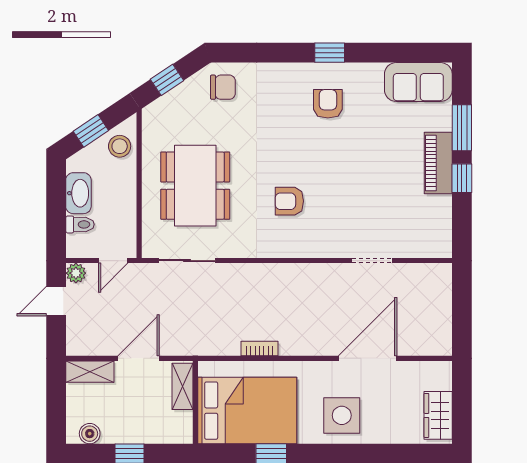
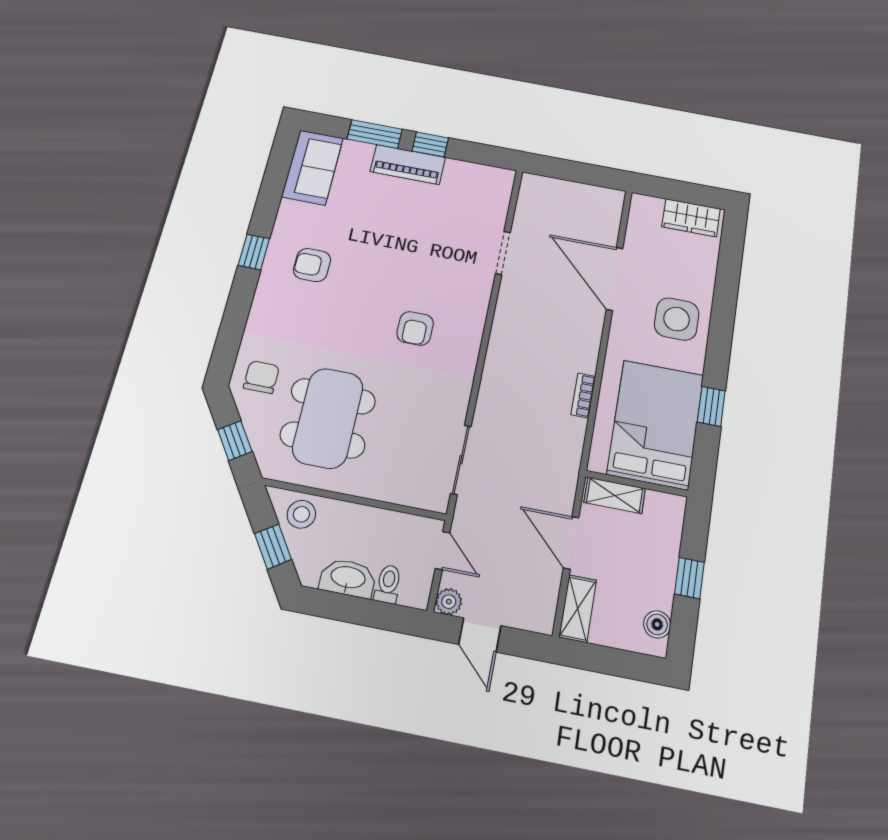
dining table: (195, 186) -> (328, 418), moved, turned 90

